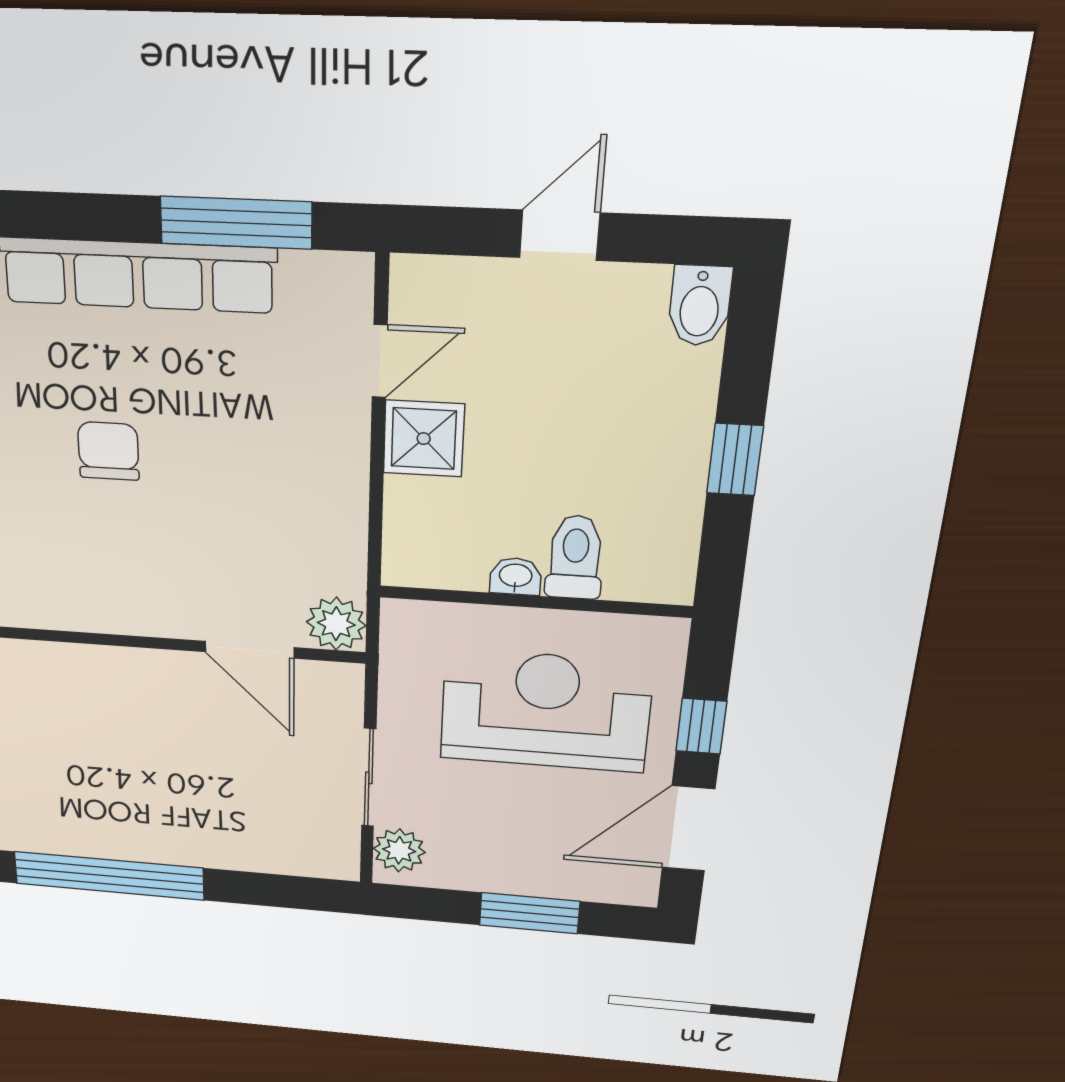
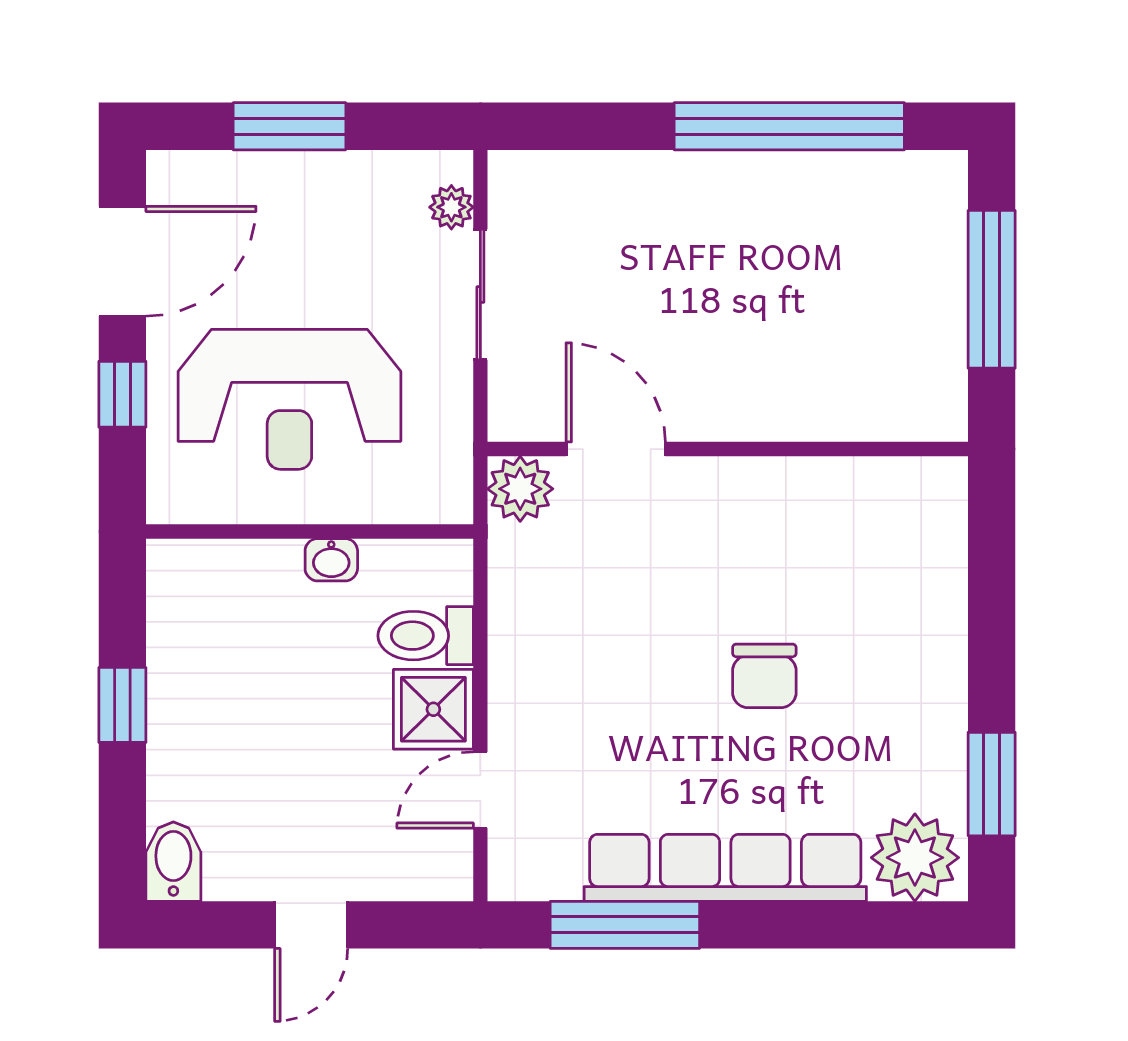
toilet: (575, 557) -> (426, 636), moved, turned 90
plant: (399, 850) -> (451, 207), width x0.73, depth x0.73

